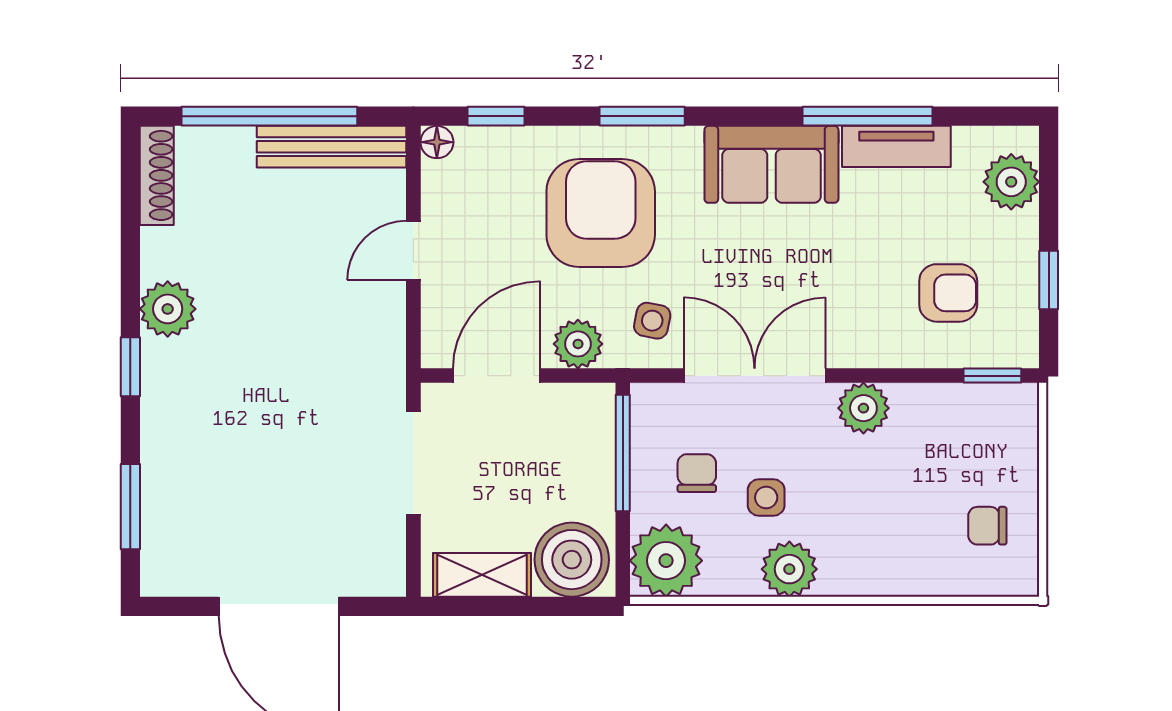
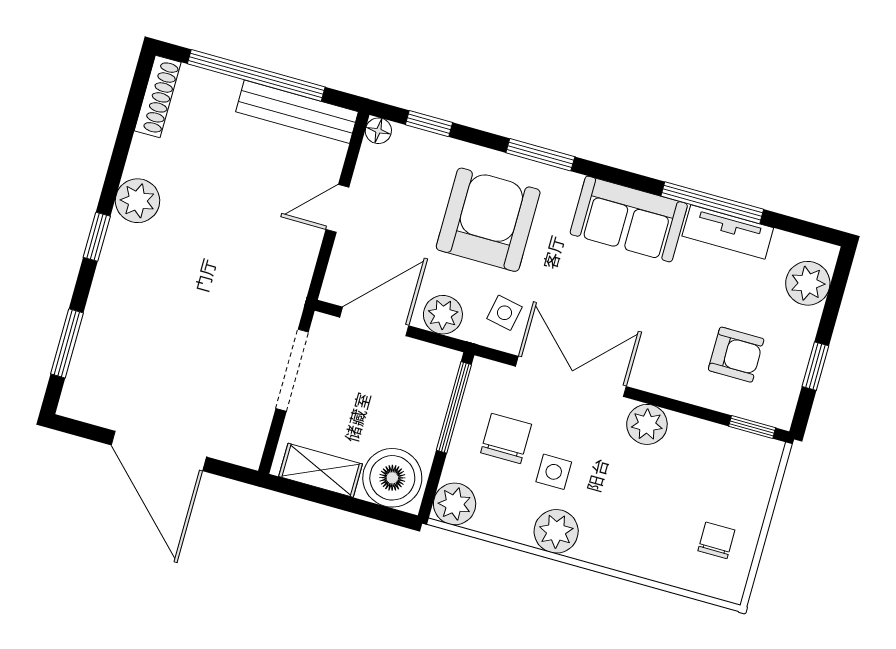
chair: (697, 473) -> (506, 438), width x1.37, depth x1.37
chair: (987, 526) -> (716, 540), turned 90
plant: (666, 561) -> (455, 504), width x0.73, depth x0.73

